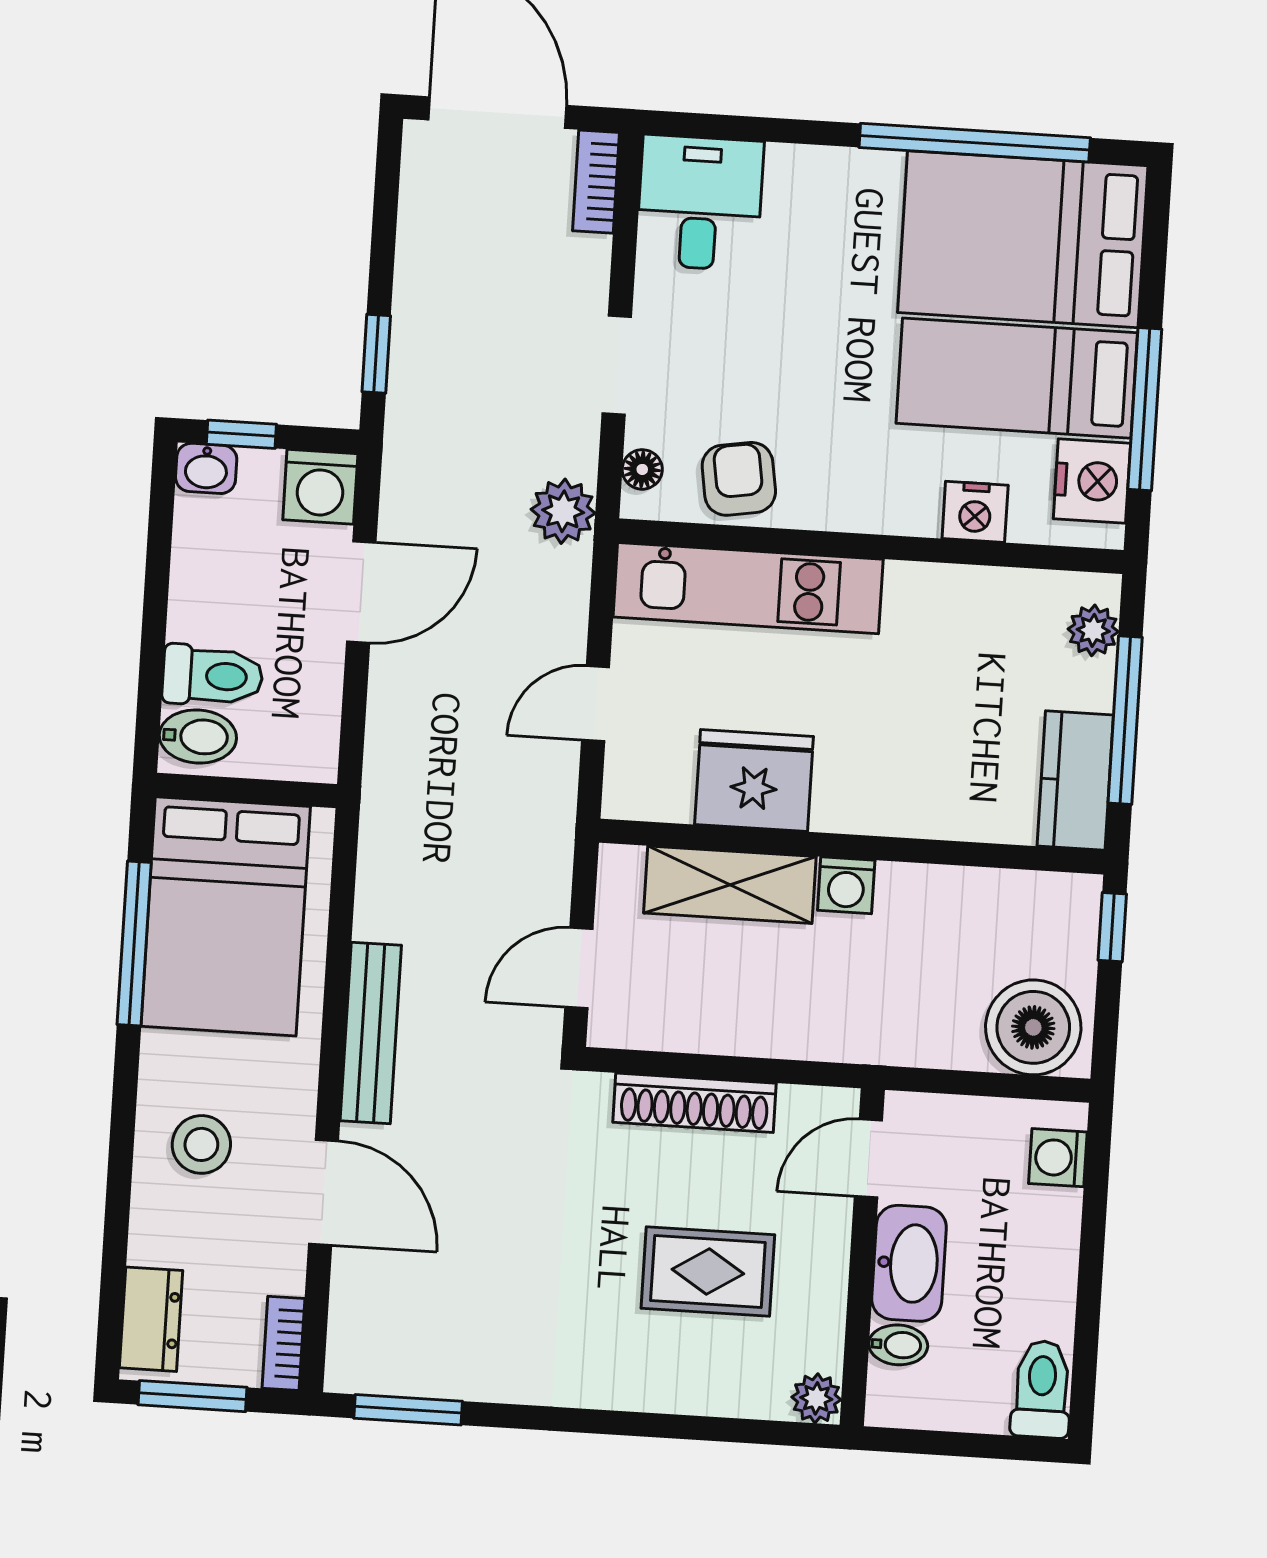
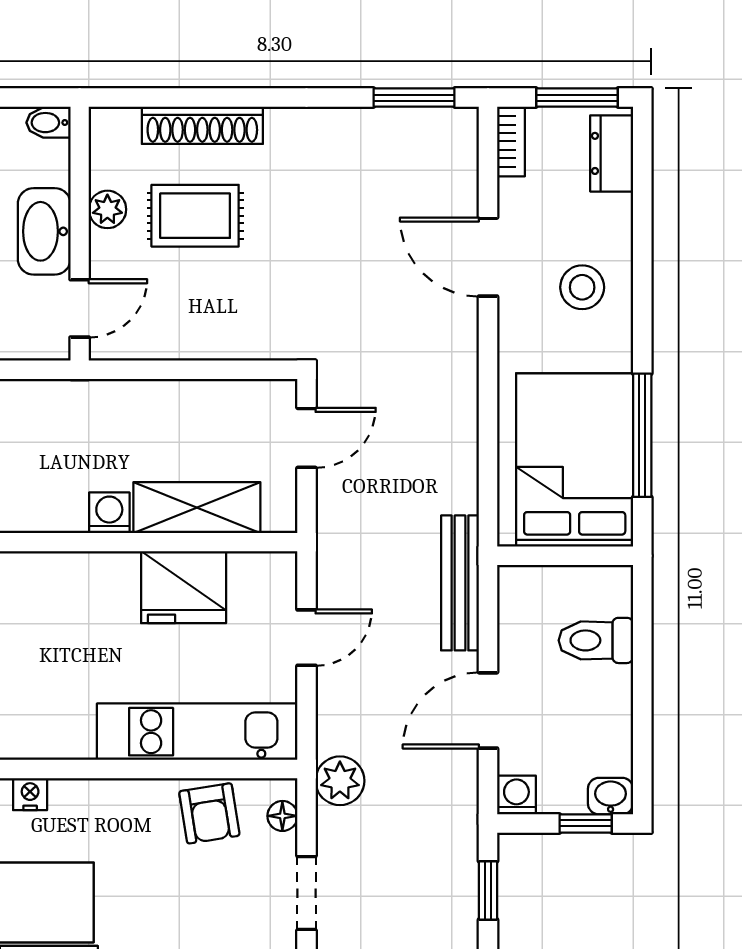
washing machine: (320, 487) -> (516, 795), width x0.73, depth x0.73
nightstand: (975, 512) -> (30, 794), width x0.72, depth x0.74
bidet: (198, 737) -> (604, 594), removed
bench: (371, 1033) -> (460, 583), moved
shoe rack: (695, 1103) -> (202, 125), moved, turned 180
bidet: (898, 1345) -> (48, 123), moved
plant: (816, 1398) -> (107, 209), moved

